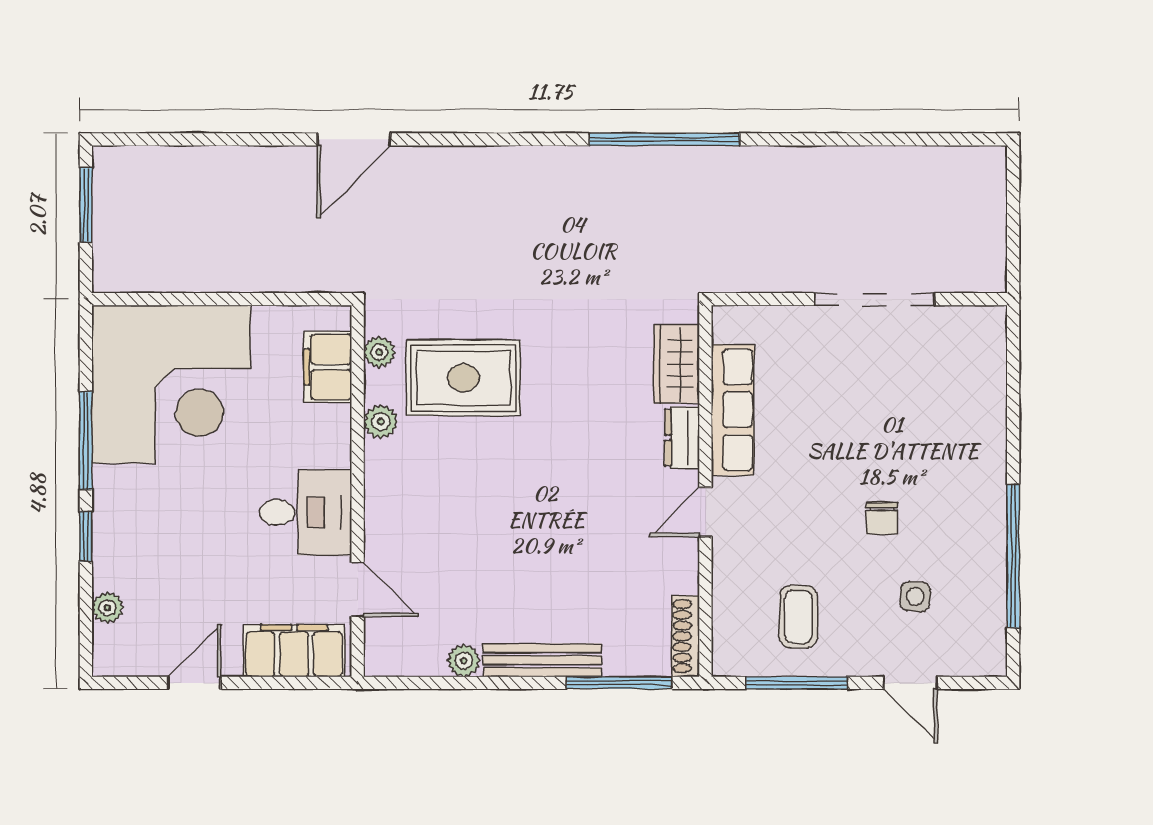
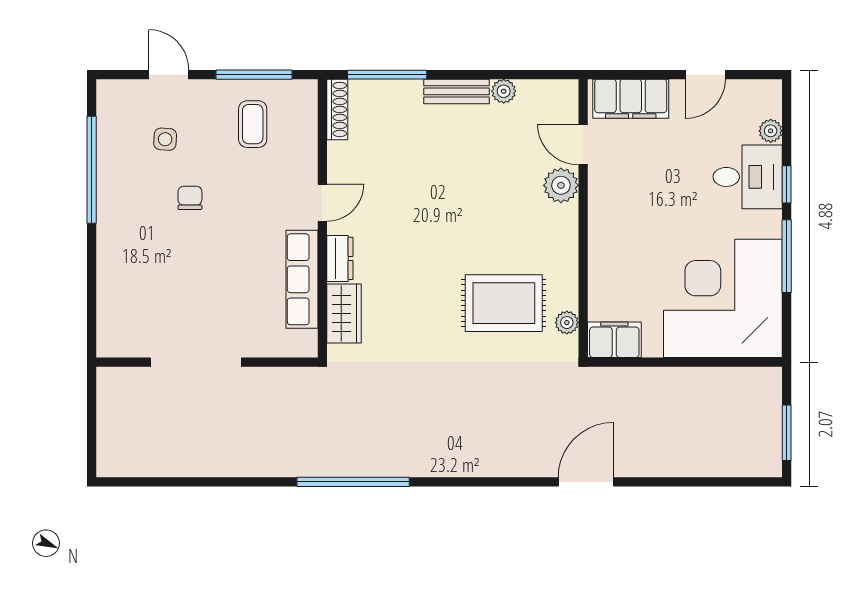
filing cabinet: (328, 367) -> (614, 340), moved, turned -90
plant: (381, 422) -> (561, 185), moved, width x1.38, depth x1.38
desk: (306, 512) -> (748, 177), moved, turned 180
bench: (542, 660) -> (456, 91), width x0.73

